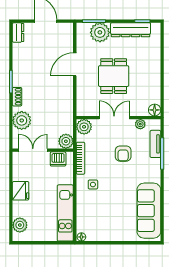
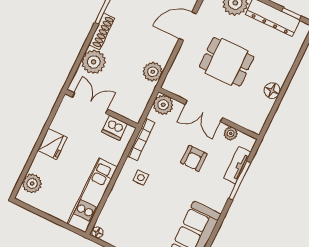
dining table: (114, 76) -> (227, 62), turned 90
shoe rack: (17, 97) -> (102, 31), width x1.43
floor lamp: (155, 110) -> (272, 91), moved
double door: (114, 118) -> (204, 111), swing flipped
plant: (66, 141) -> (153, 72), moved

